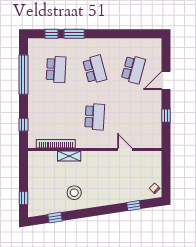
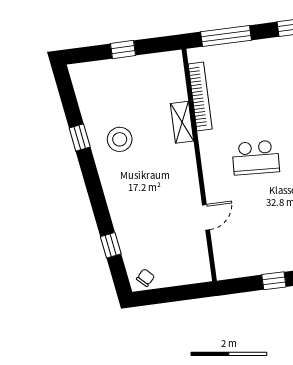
window: (23, 125) -> (226, 36), width x2.17
window: (23, 198) -> (123, 50), moved
window: (55, 218) -> (80, 138), moved

